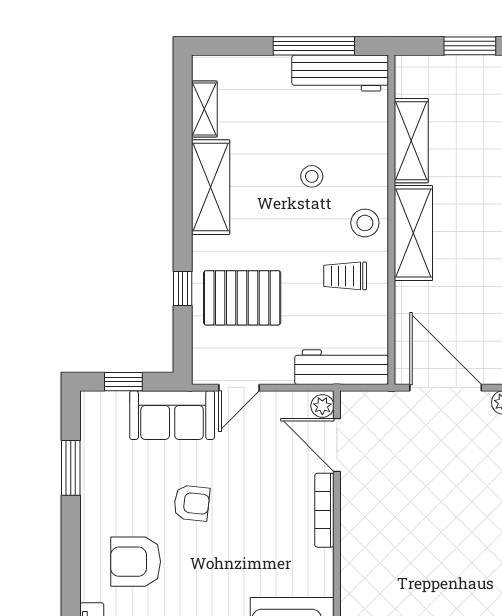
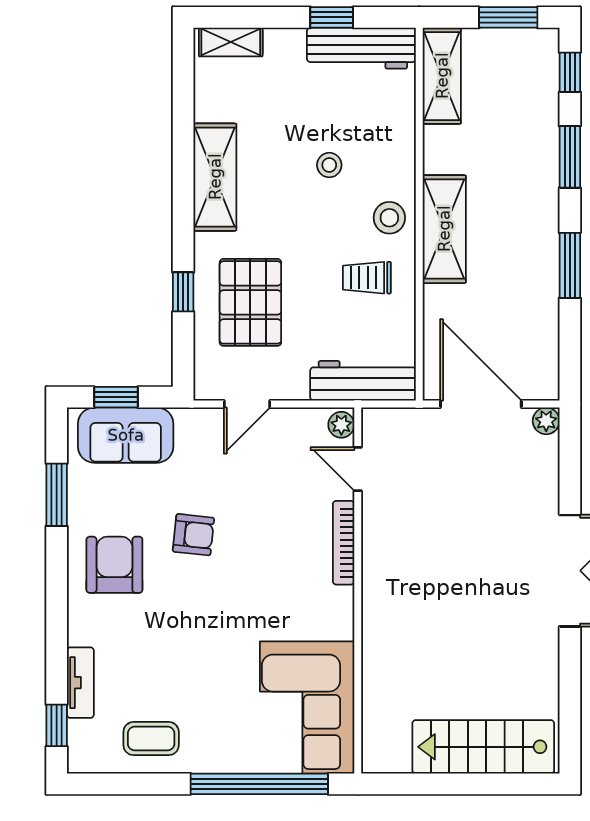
window: (314, 46) -> (332, 17), width x0.46
shelving: (204, 109) -> (231, 42), moved, turned 90
shelving: (411, 141) -> (442, 76), moved
pallet: (242, 298) -> (250, 302), turned 90
sofa: (172, 415) -> (126, 435), moved
door: (337, 445) -> (358, 469), width x0.73
armchair: (136, 562) -> (114, 565), moved, turned 90

